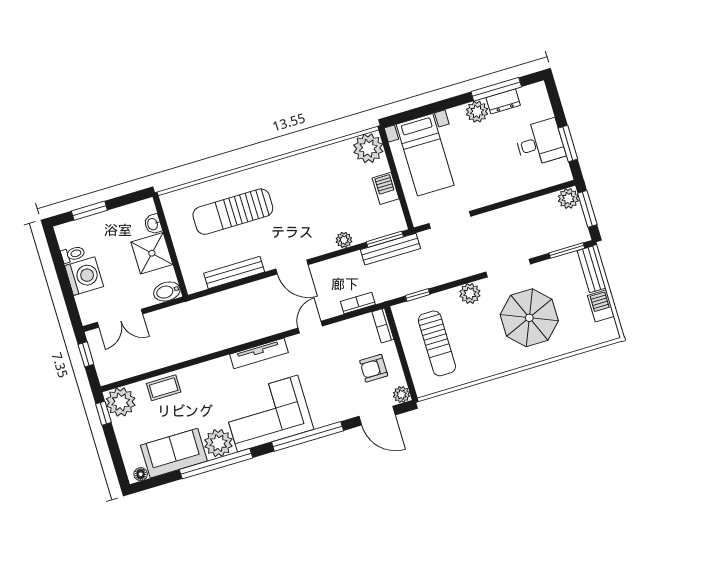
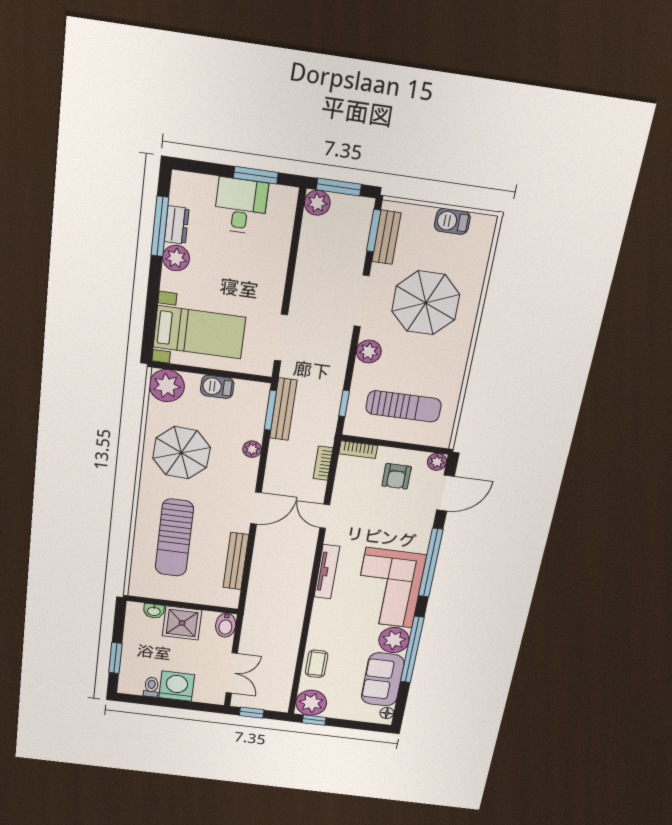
parasol: (314, 185) -> (181, 453), added
bench: (591, 269) -> (386, 237), moved, turned 90

